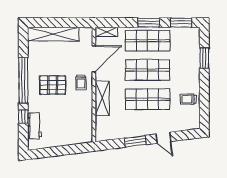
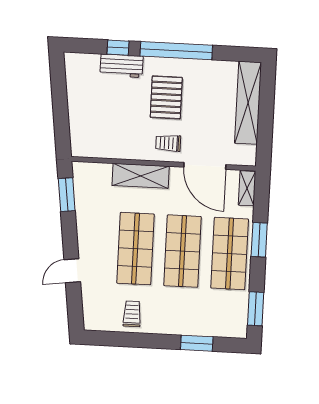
window: (149, 23) -> (259, 240), moved
workbench: (34, 126) -> (122, 66), moved
window: (135, 141) -> (67, 195), moved

